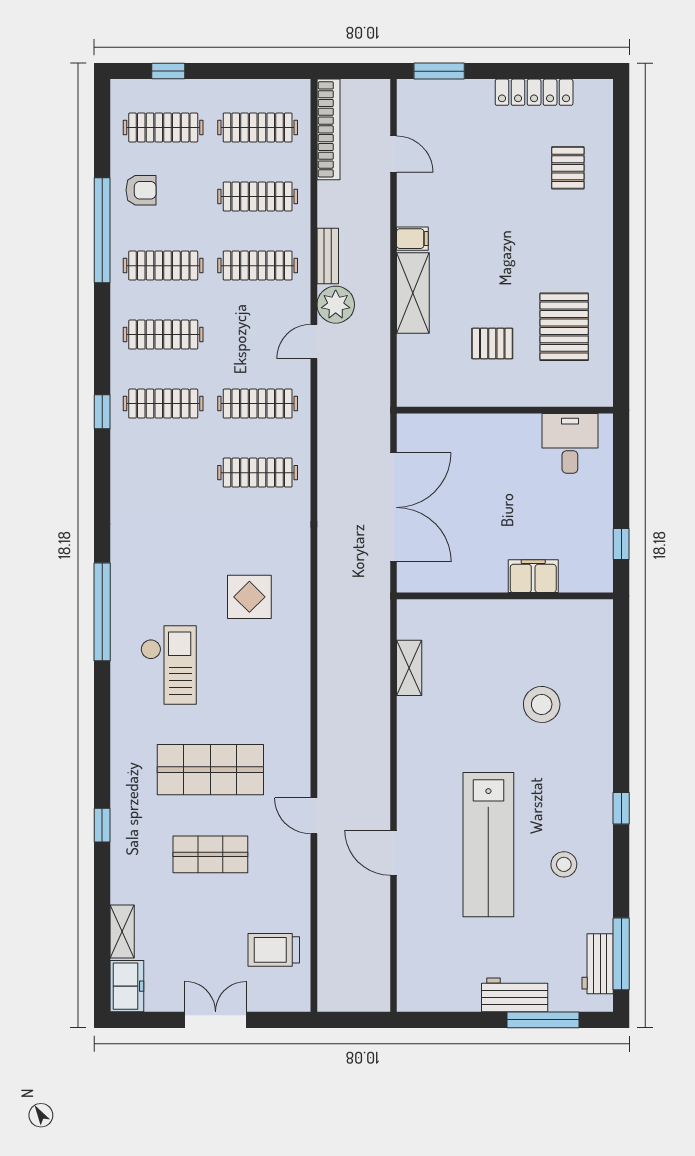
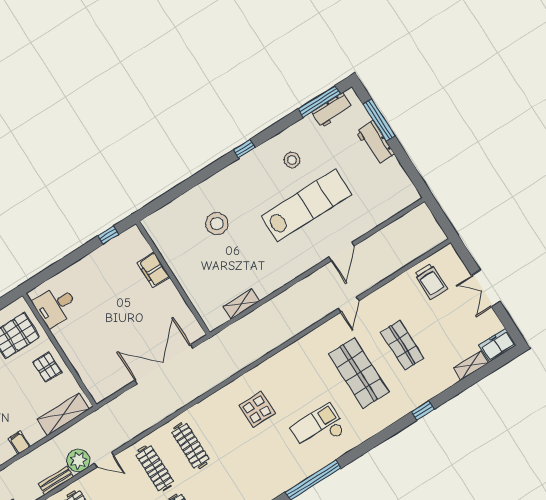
shelving: (413, 293) -> (63, 414), moved
wall: (505, 410) -> (60, 350), moved
desk: (570, 443) -> (55, 306), moved

